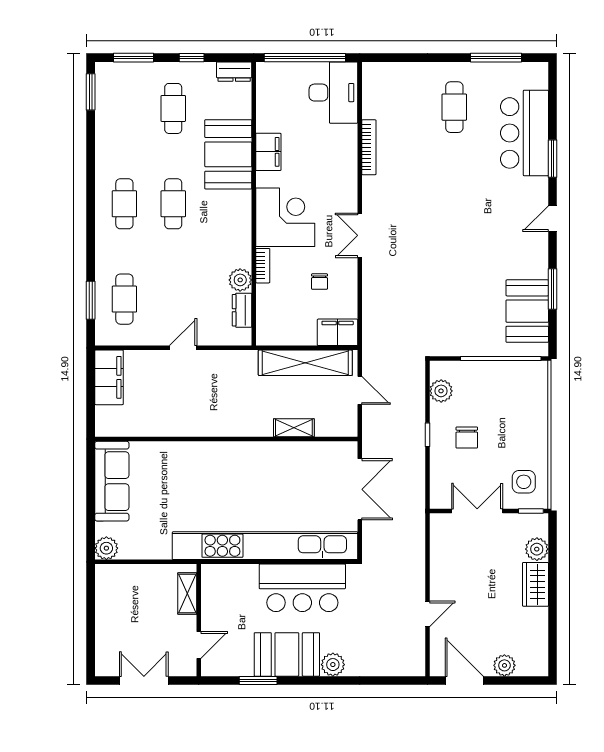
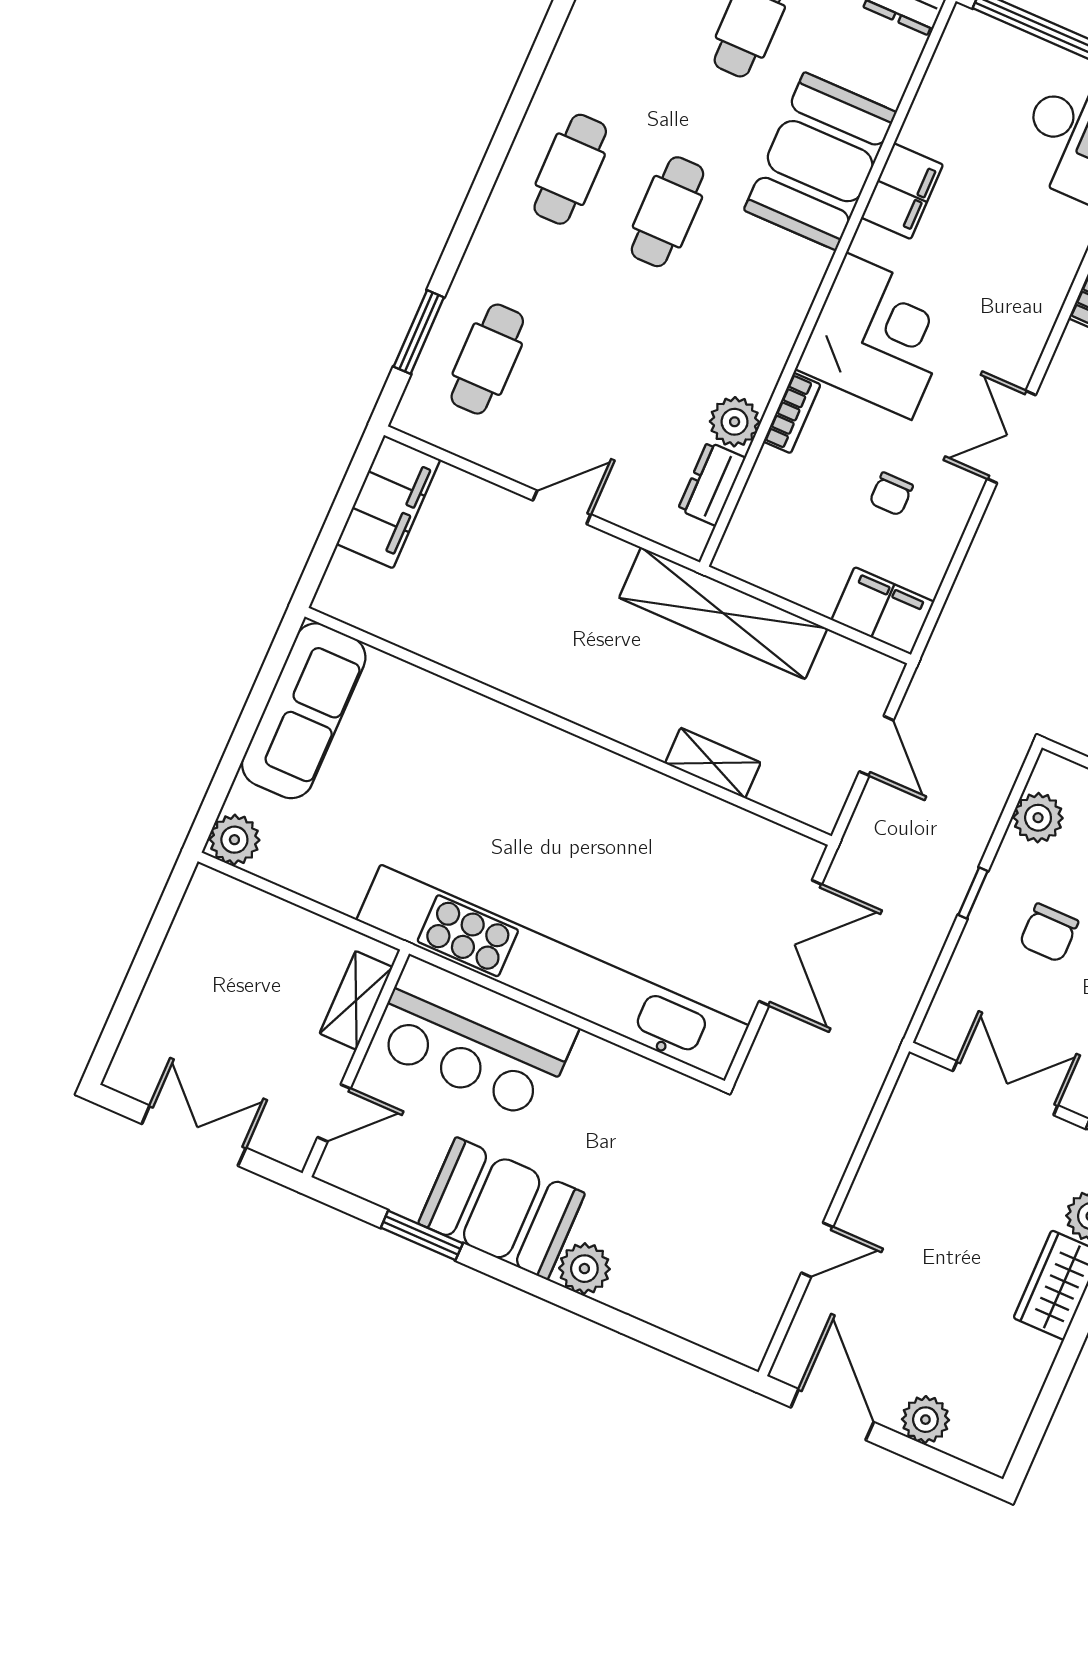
shelving: (305, 363) -> (723, 613), moved
bar counter: (302, 588) -> (474, 1038), moved

